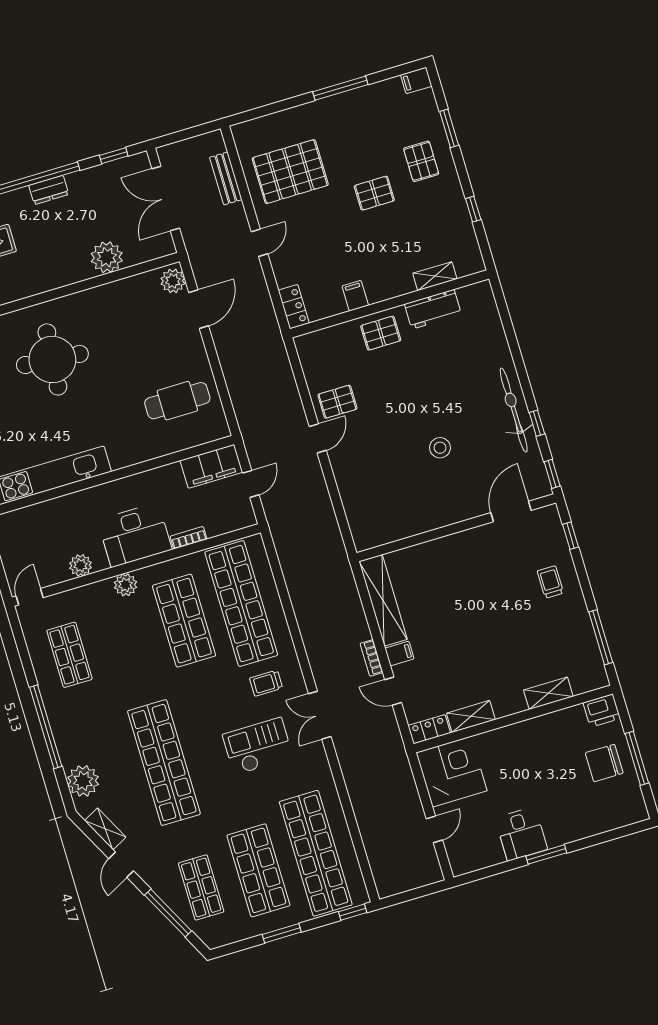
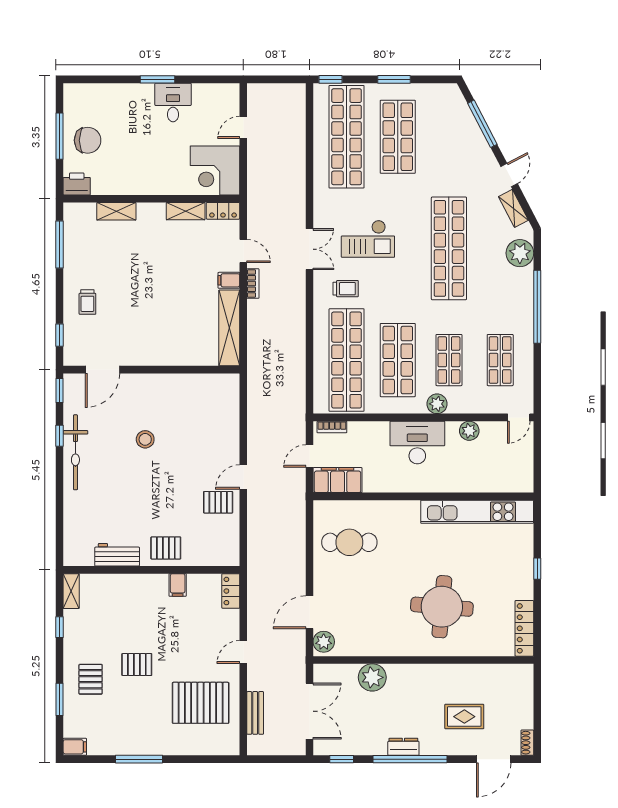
shelving: (435, 276) -> (71, 591), moved, turned 90
bookcase: (189, 538) -> (332, 427), moved
shop shelf: (201, 887) -> (449, 360), moved

